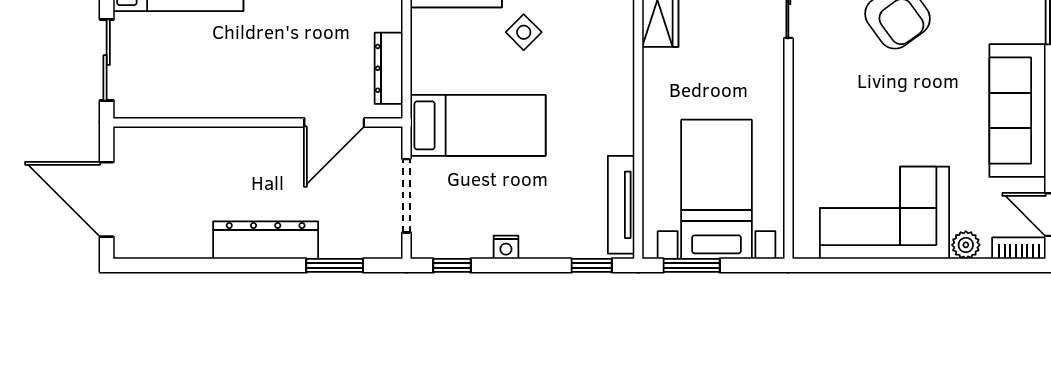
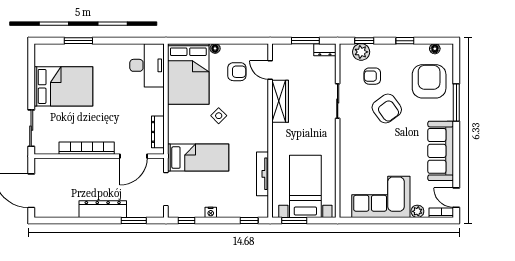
bookcase: (230, 105) -> (87, 148), added
tv unit: (621, 205) -> (262, 174), moved

